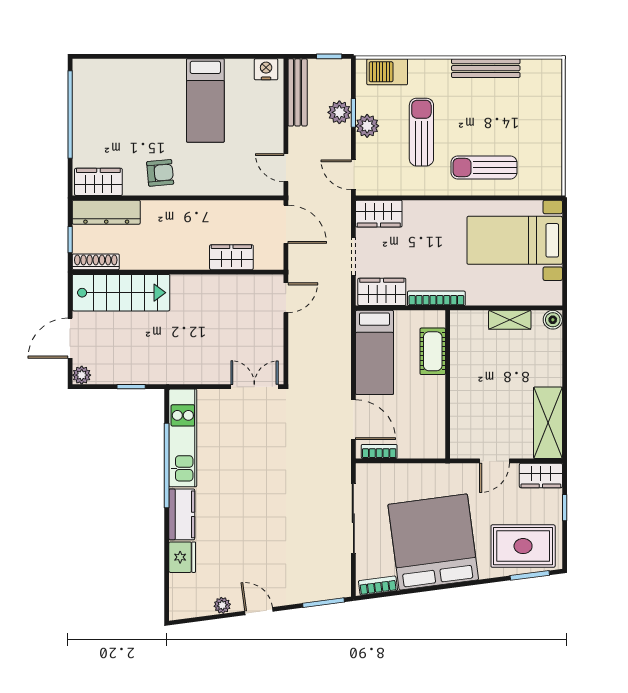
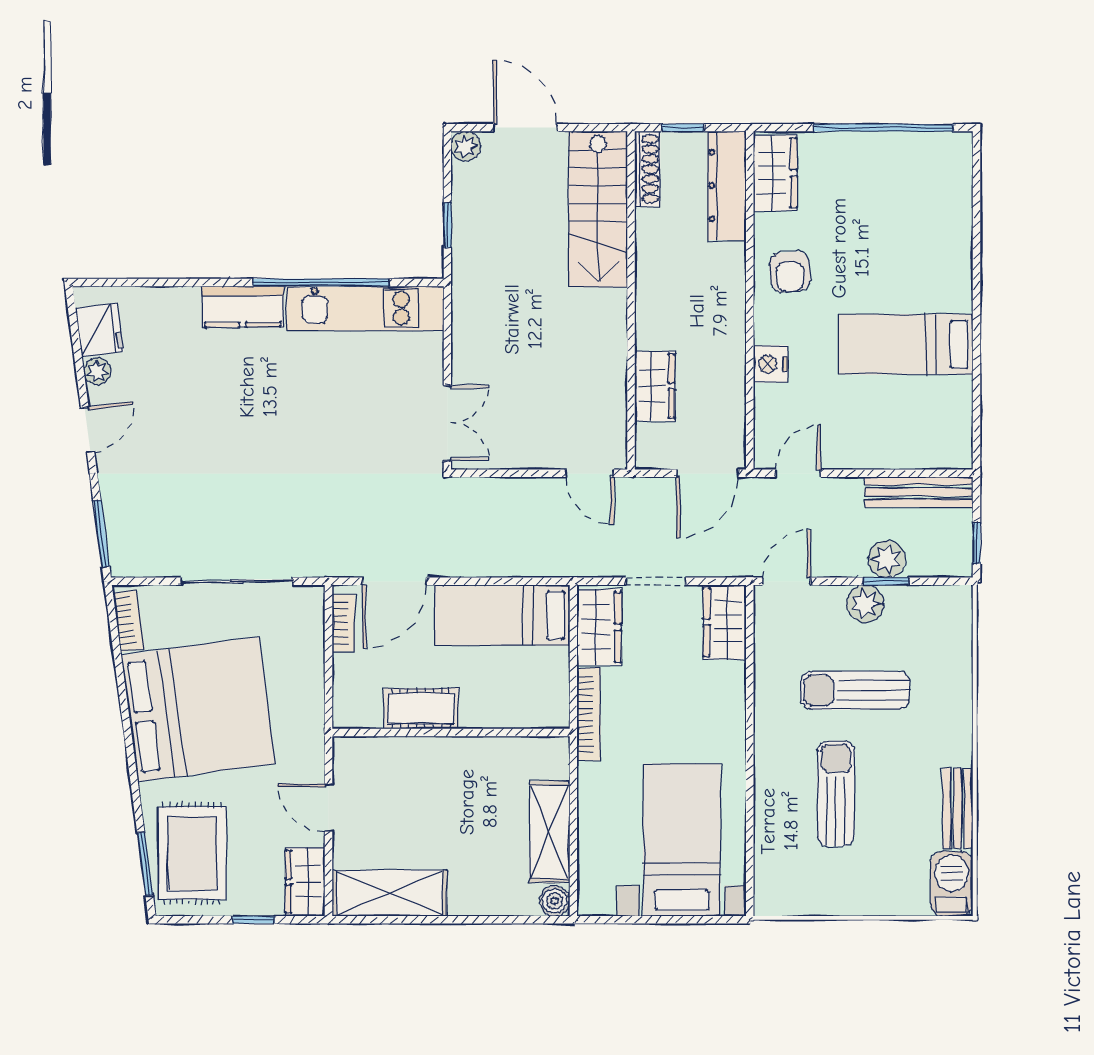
bench: (486, 68) -> (958, 808), width x0.73
nightstand: (266, 69) -> (771, 364), moved, turned 180
barbecue: (387, 72) -> (952, 884), moved
sun lounger: (421, 132) -> (855, 690), turned 180
sun lounger: (484, 168) -> (836, 793), moved
shelving: (510, 320) -> (549, 832), width x1.50, depth x1.33
cot: (433, 351) -> (421, 709), moved
fridge: (182, 557) -> (99, 330), moved, turned -98

